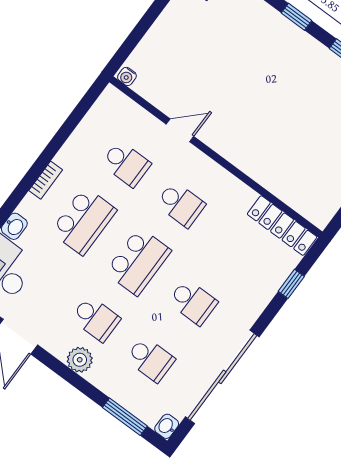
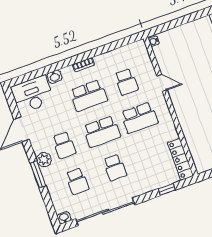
school desk: (181, 204) -> (139, 118), width x1.85
window: (125, 417) -> (38, 174), moved

